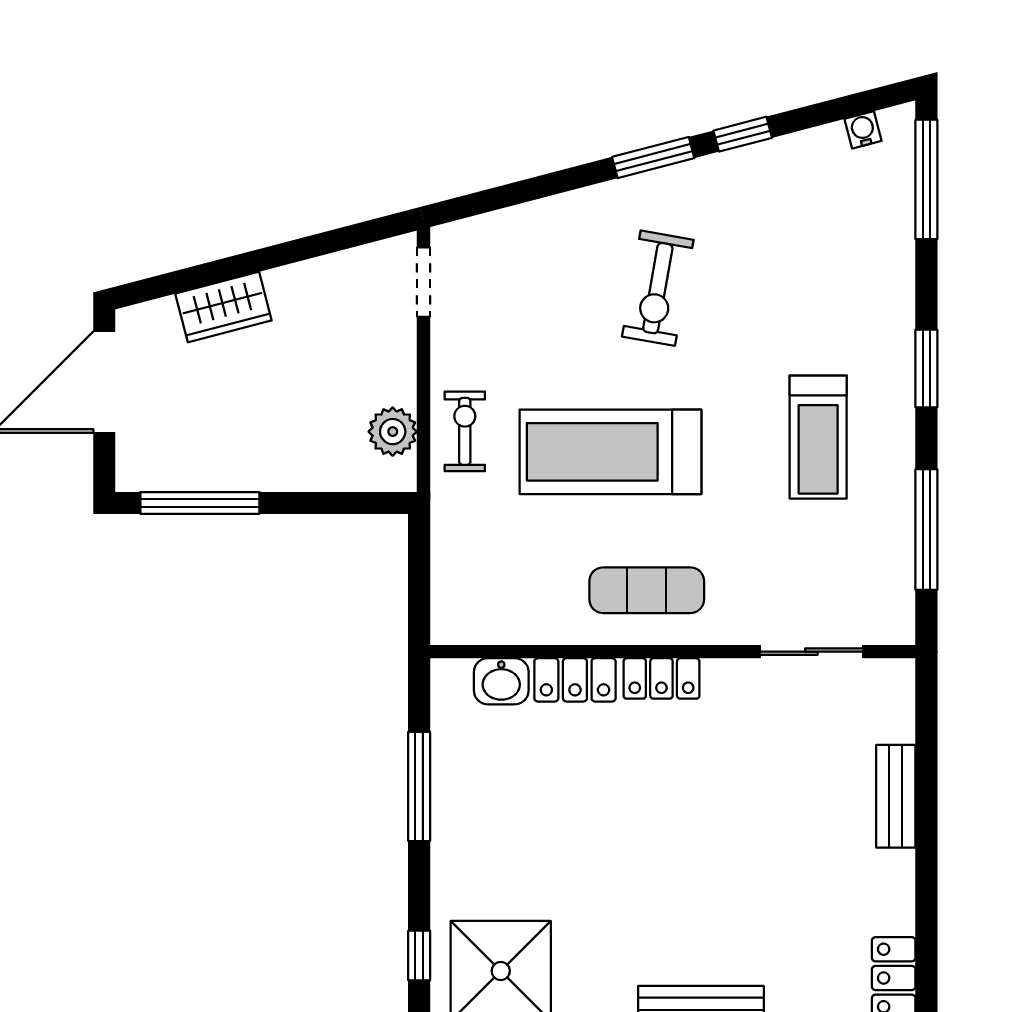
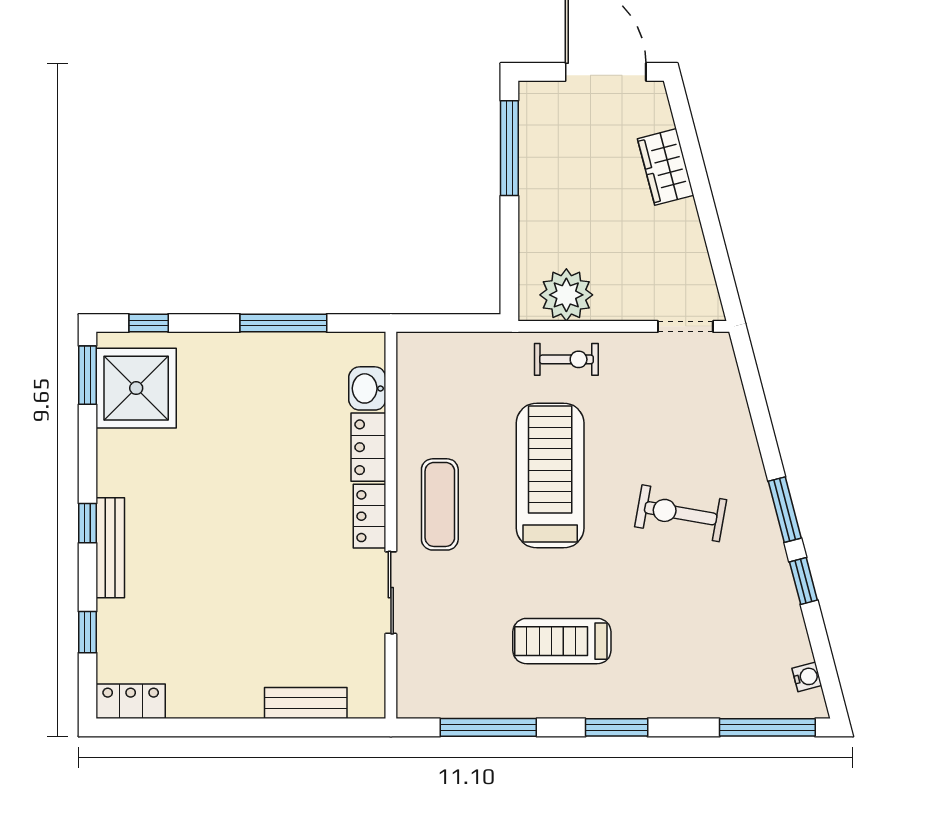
plant: (393, 432) -> (566, 295), width x1.36, depth x1.36
sliding door: (811, 652) -> (391, 593), moved
bench: (896, 796) -> (306, 703), moved

